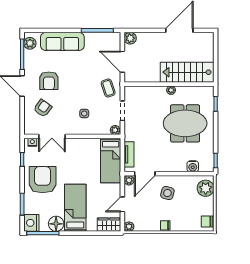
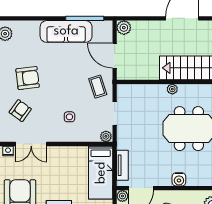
sofa: (62, 41) -> (66, 31), moved
armchair: (49, 81) -> (28, 78), turned -97
water cooler: (193, 166) -> (179, 179), moved

